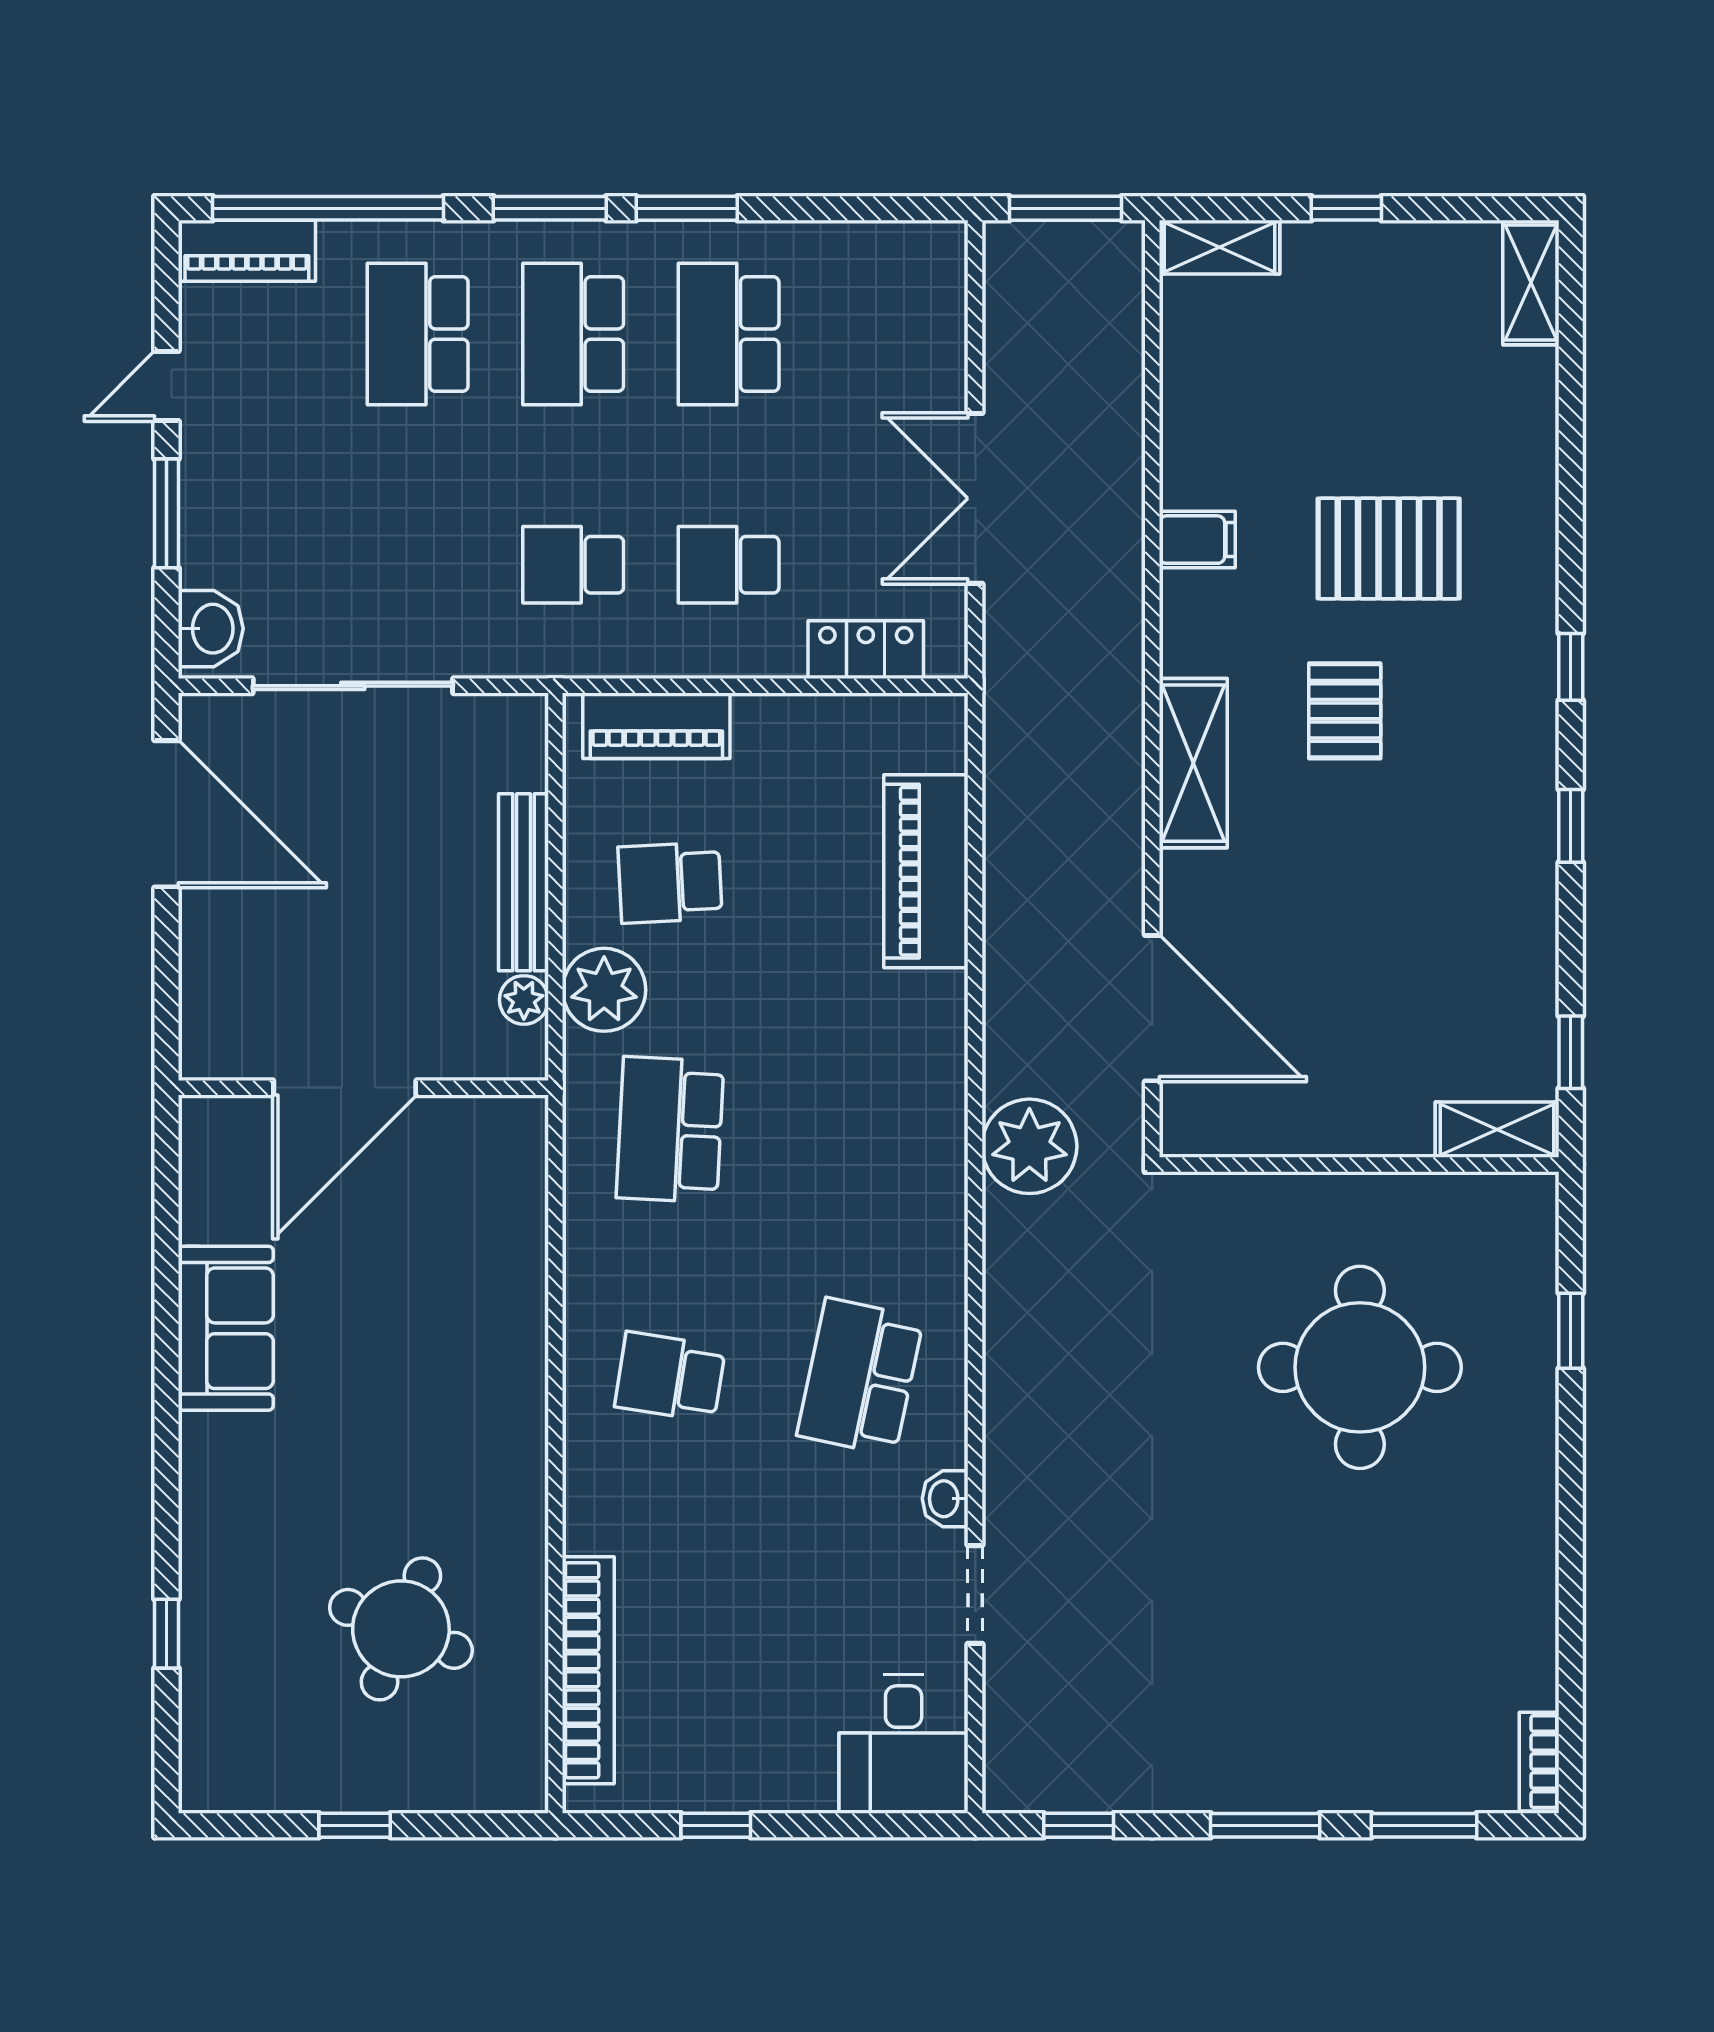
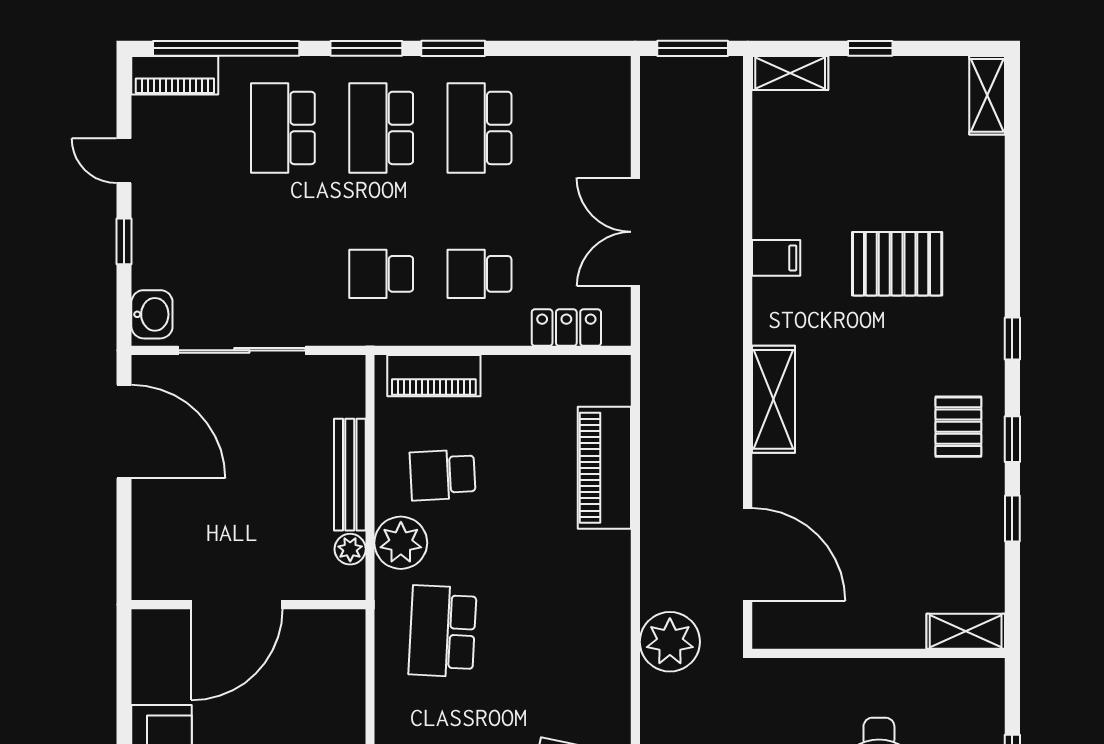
door: (167, 386) -> (124, 161), hinge flipped
window: (167, 513) -> (124, 241), width x0.67
pallet: (1345, 711) -> (958, 427), moved
window: (1571, 1052) -> (1012, 518), moved

